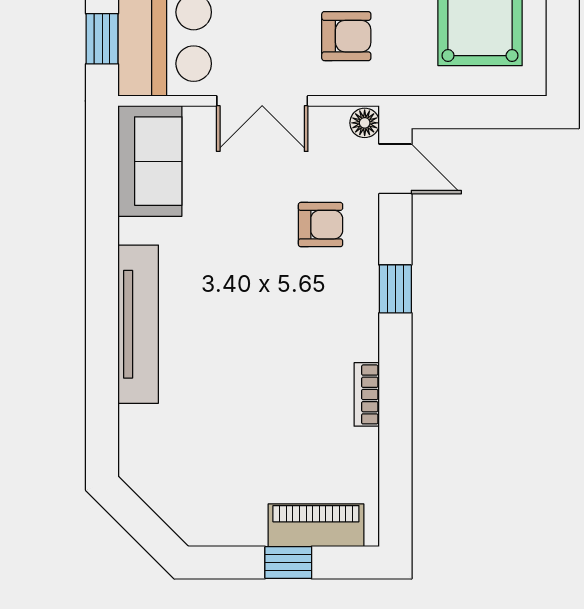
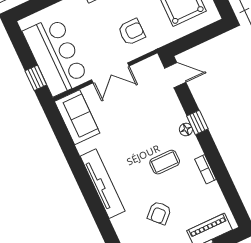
floor lamp: (365, 123) -> (186, 129), moved
armchair: (321, 225) -> (159, 213), moved, turned 136
coffee table: (289, 340) -> (165, 162), added

